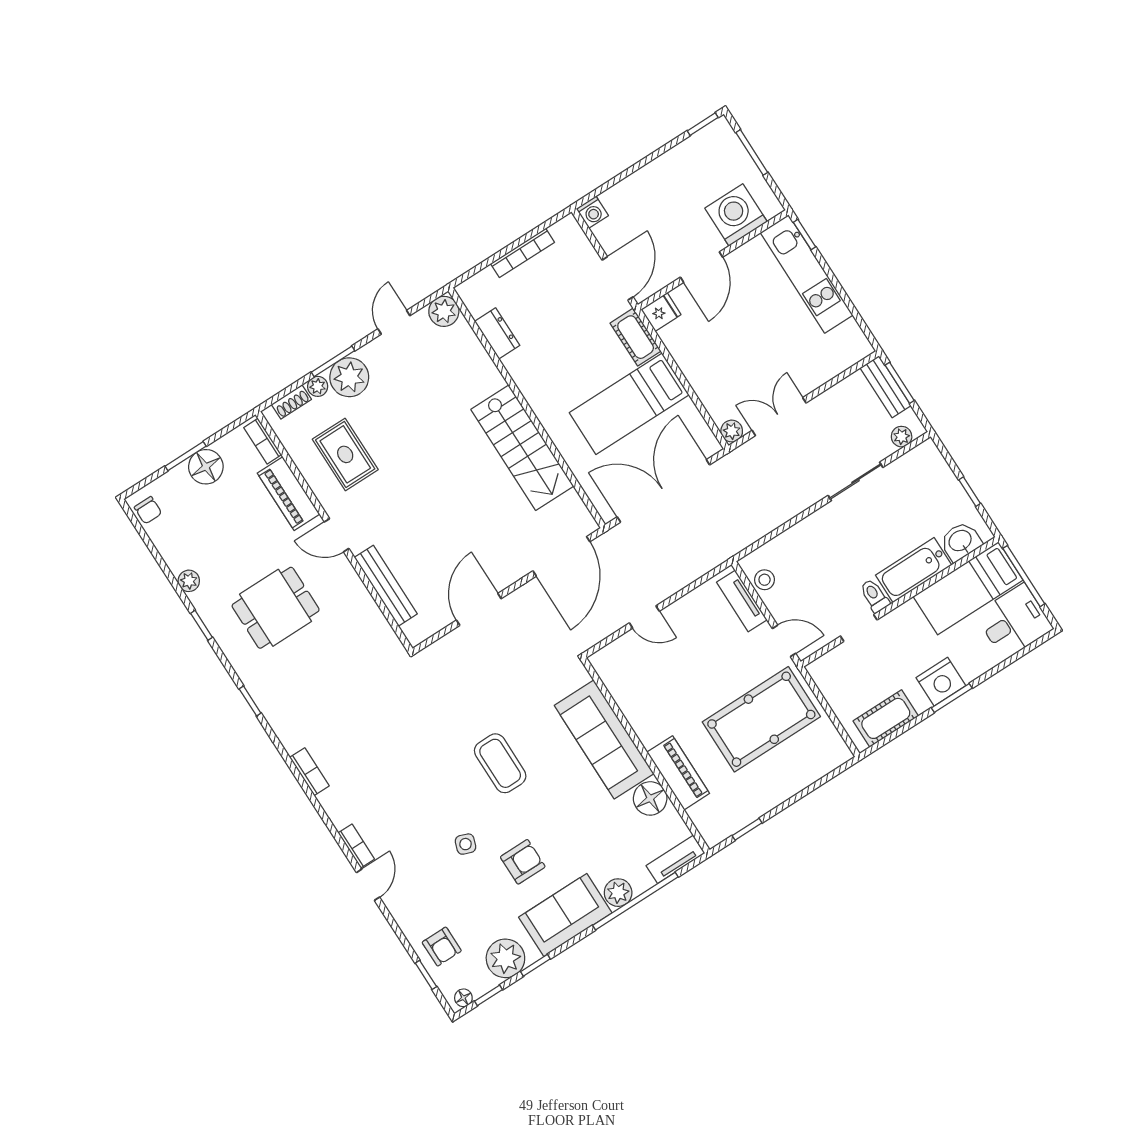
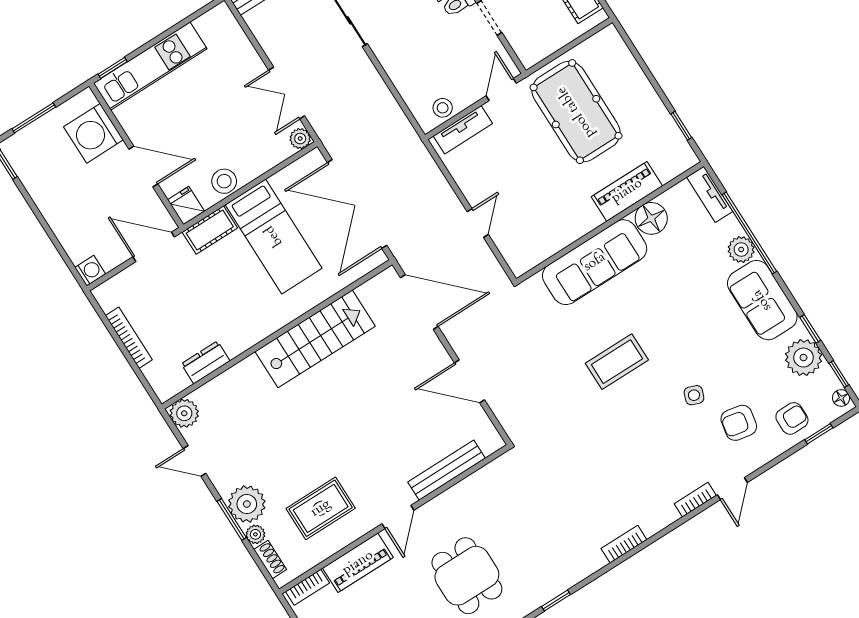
stool: (687, 352) -> (224, 181), added
armchair: (523, 862) -> (739, 423), moved, turned -79
door: (368, 885) -> (732, 489), swing flipped

